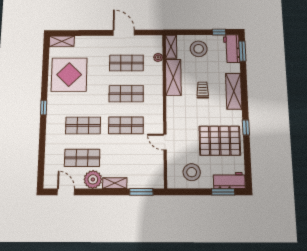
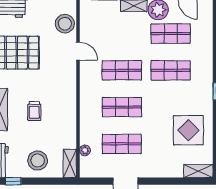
display table: (69, 75) -> (188, 130), width x0.73, depth x0.73
shelving: (173, 77) -> (68, 126), removed
stool: (192, 172) -> (65, 24), moved

